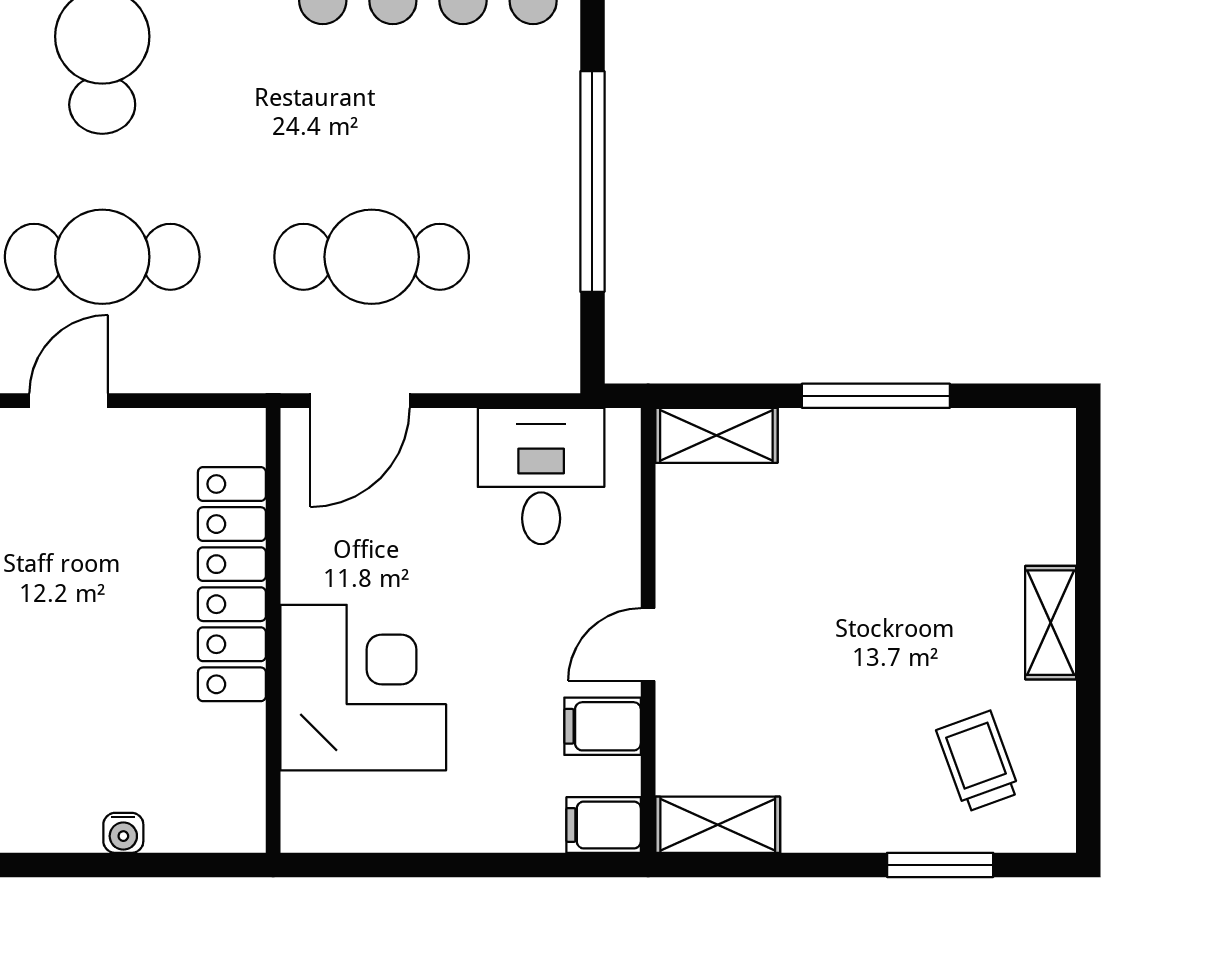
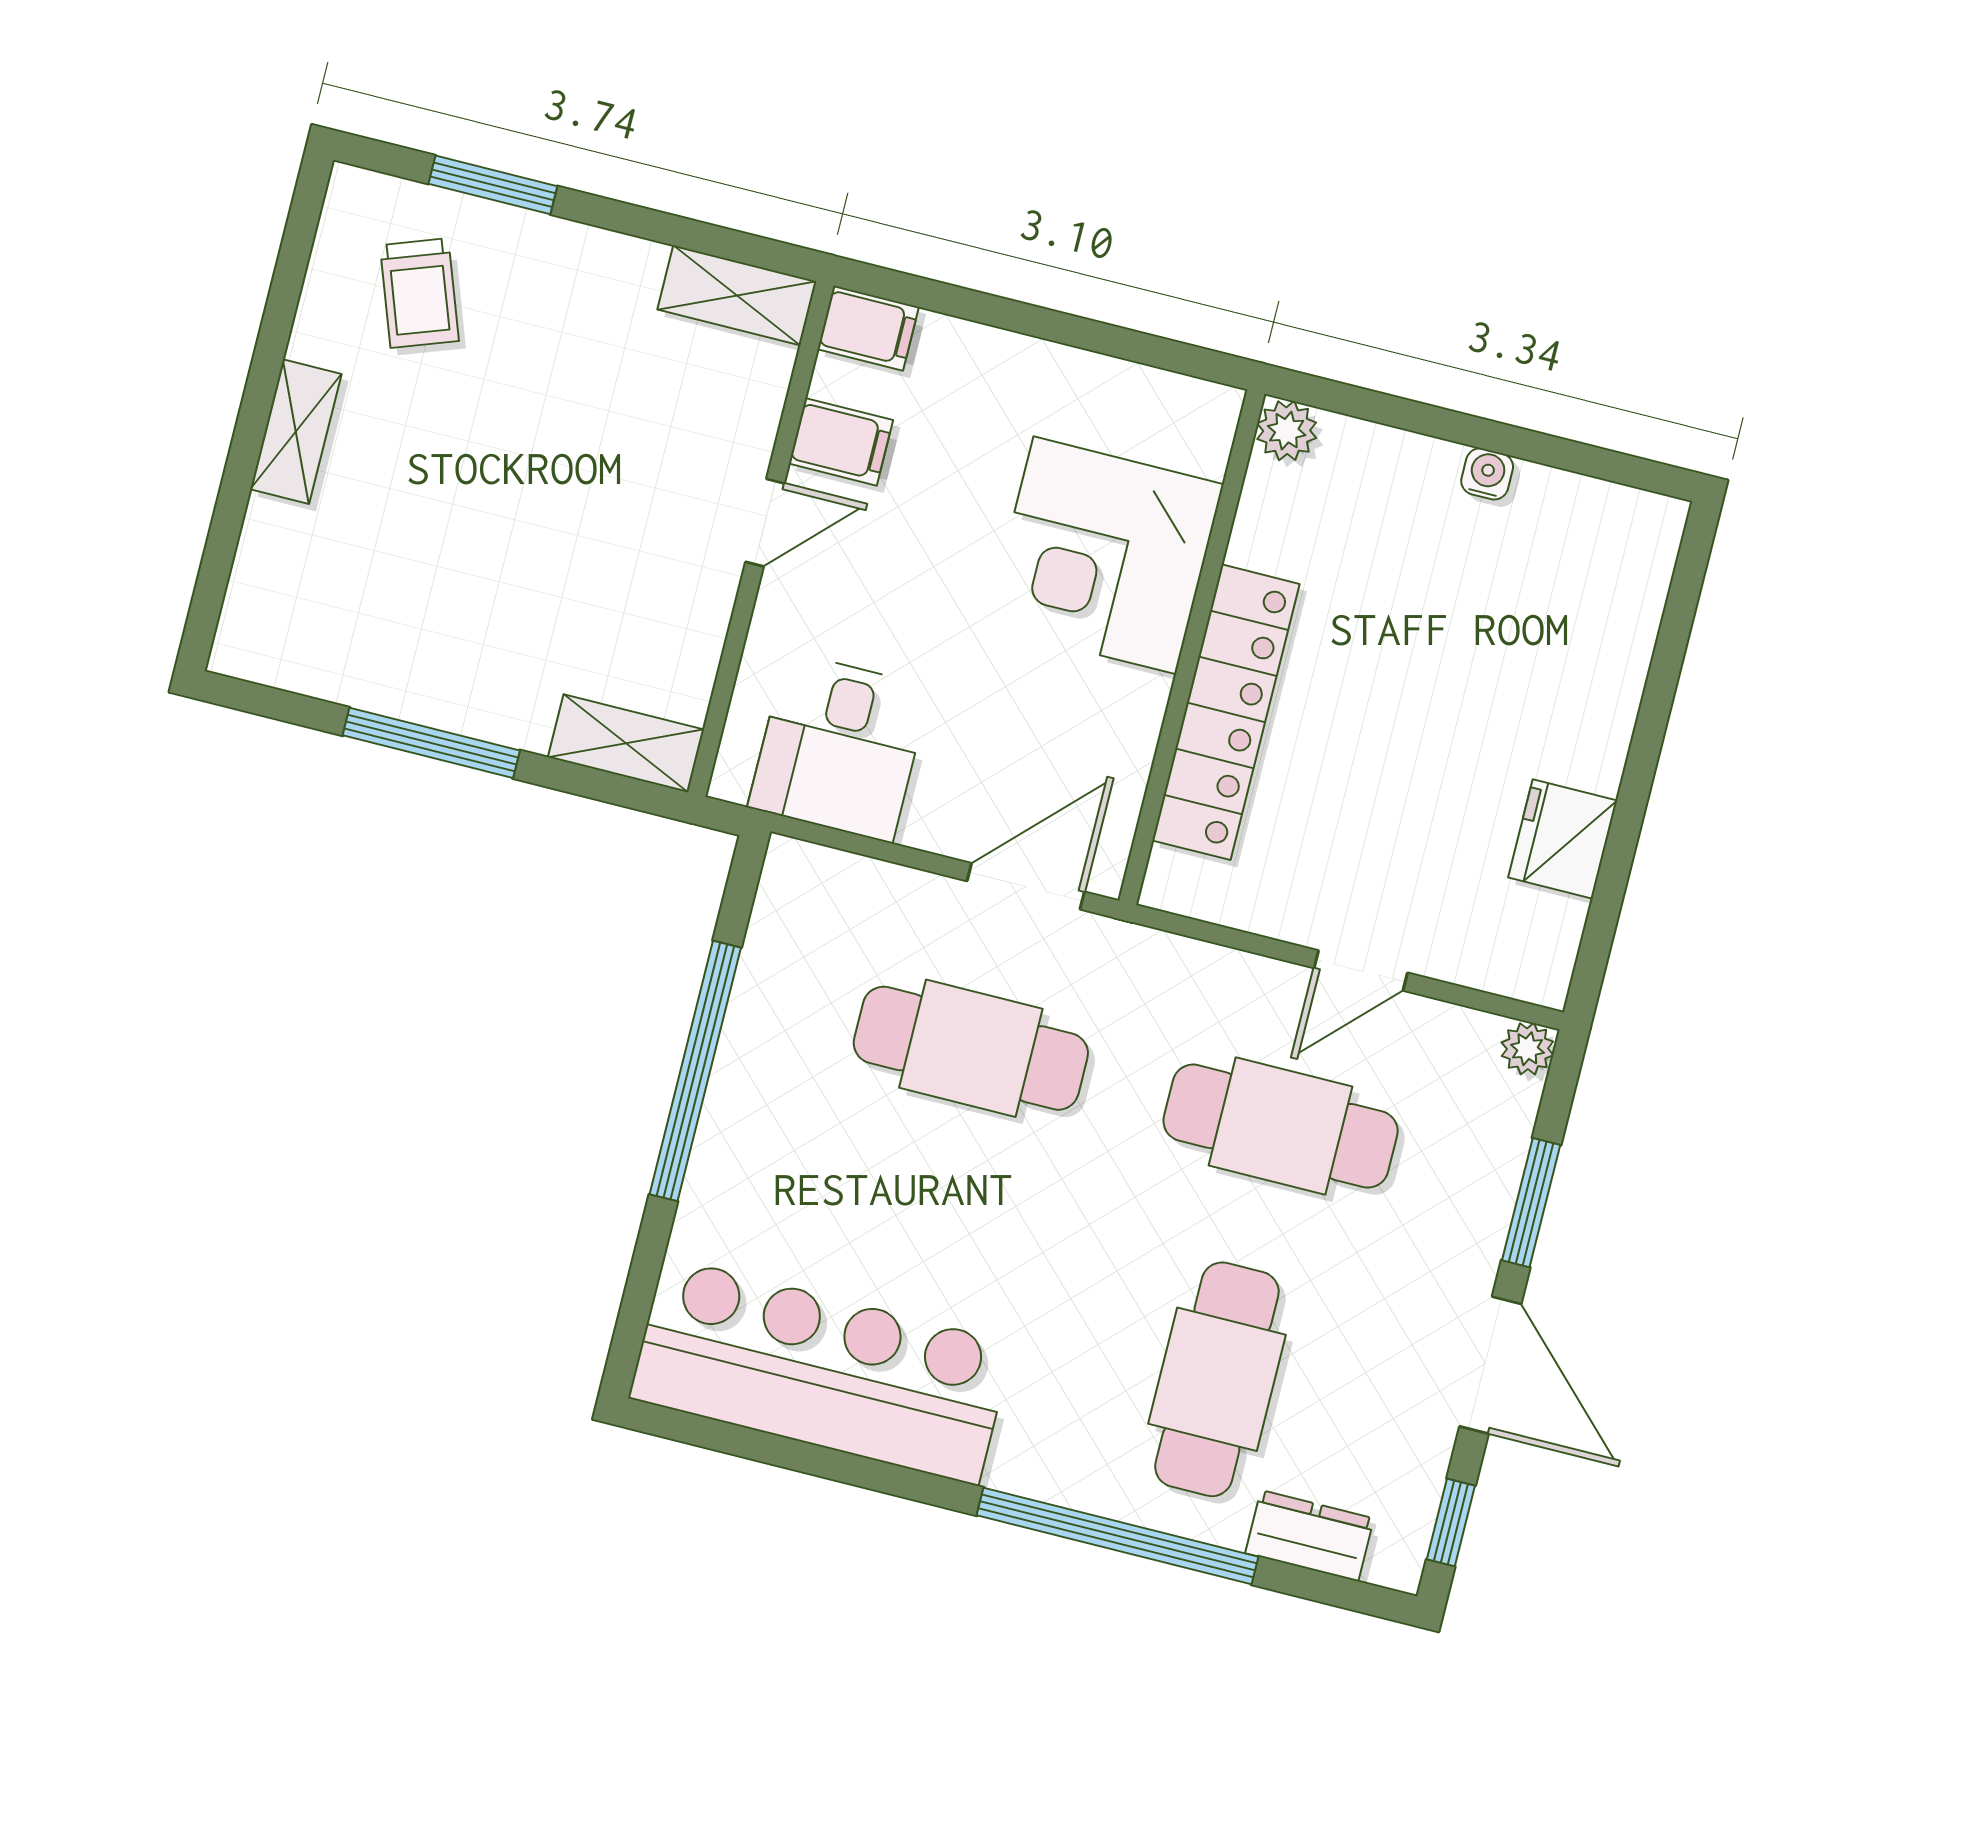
plant: (240, 827) -> (1287, 431), added
water cooler: (123, 833) -> (1487, 474), moved

